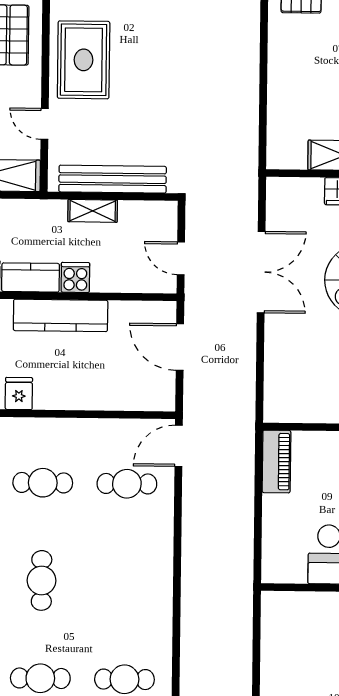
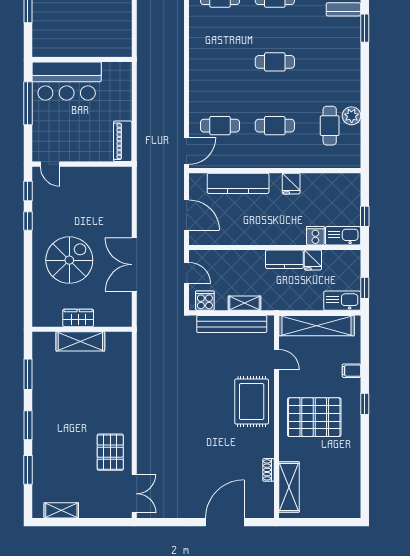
cooker: (75, 277) -> (205, 301), moved, turned 180
kitchen counter: (61, 315) -> (238, 183), moved, turned 180
cafe table: (42, 580) -> (275, 62), turned 90

